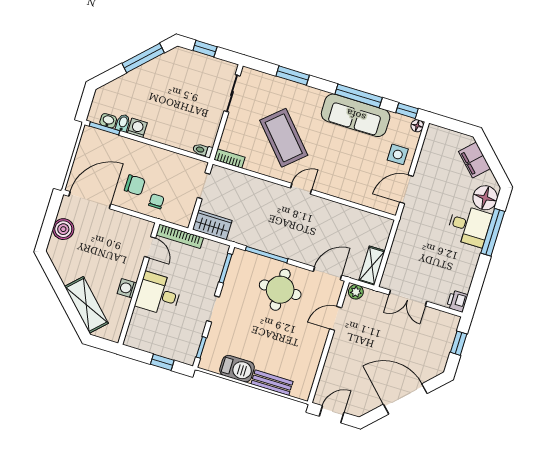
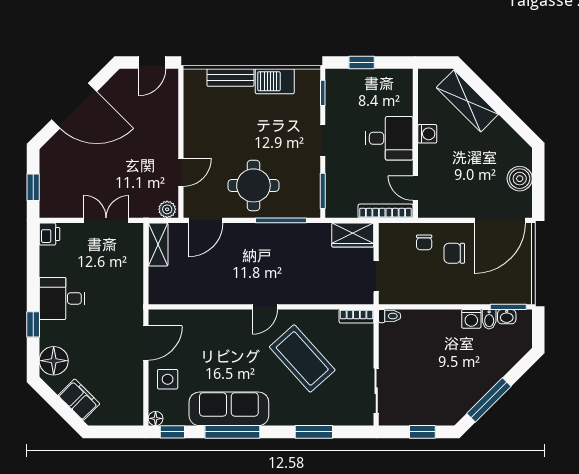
desk: (469, 226) -> (62, 298), moved
window: (493, 232) -> (33, 324), width x0.46

